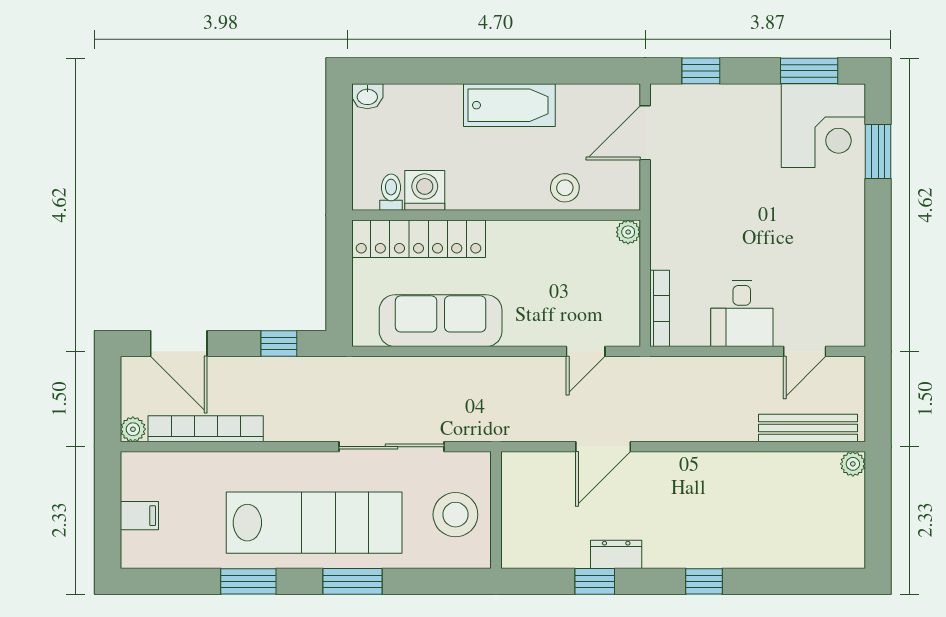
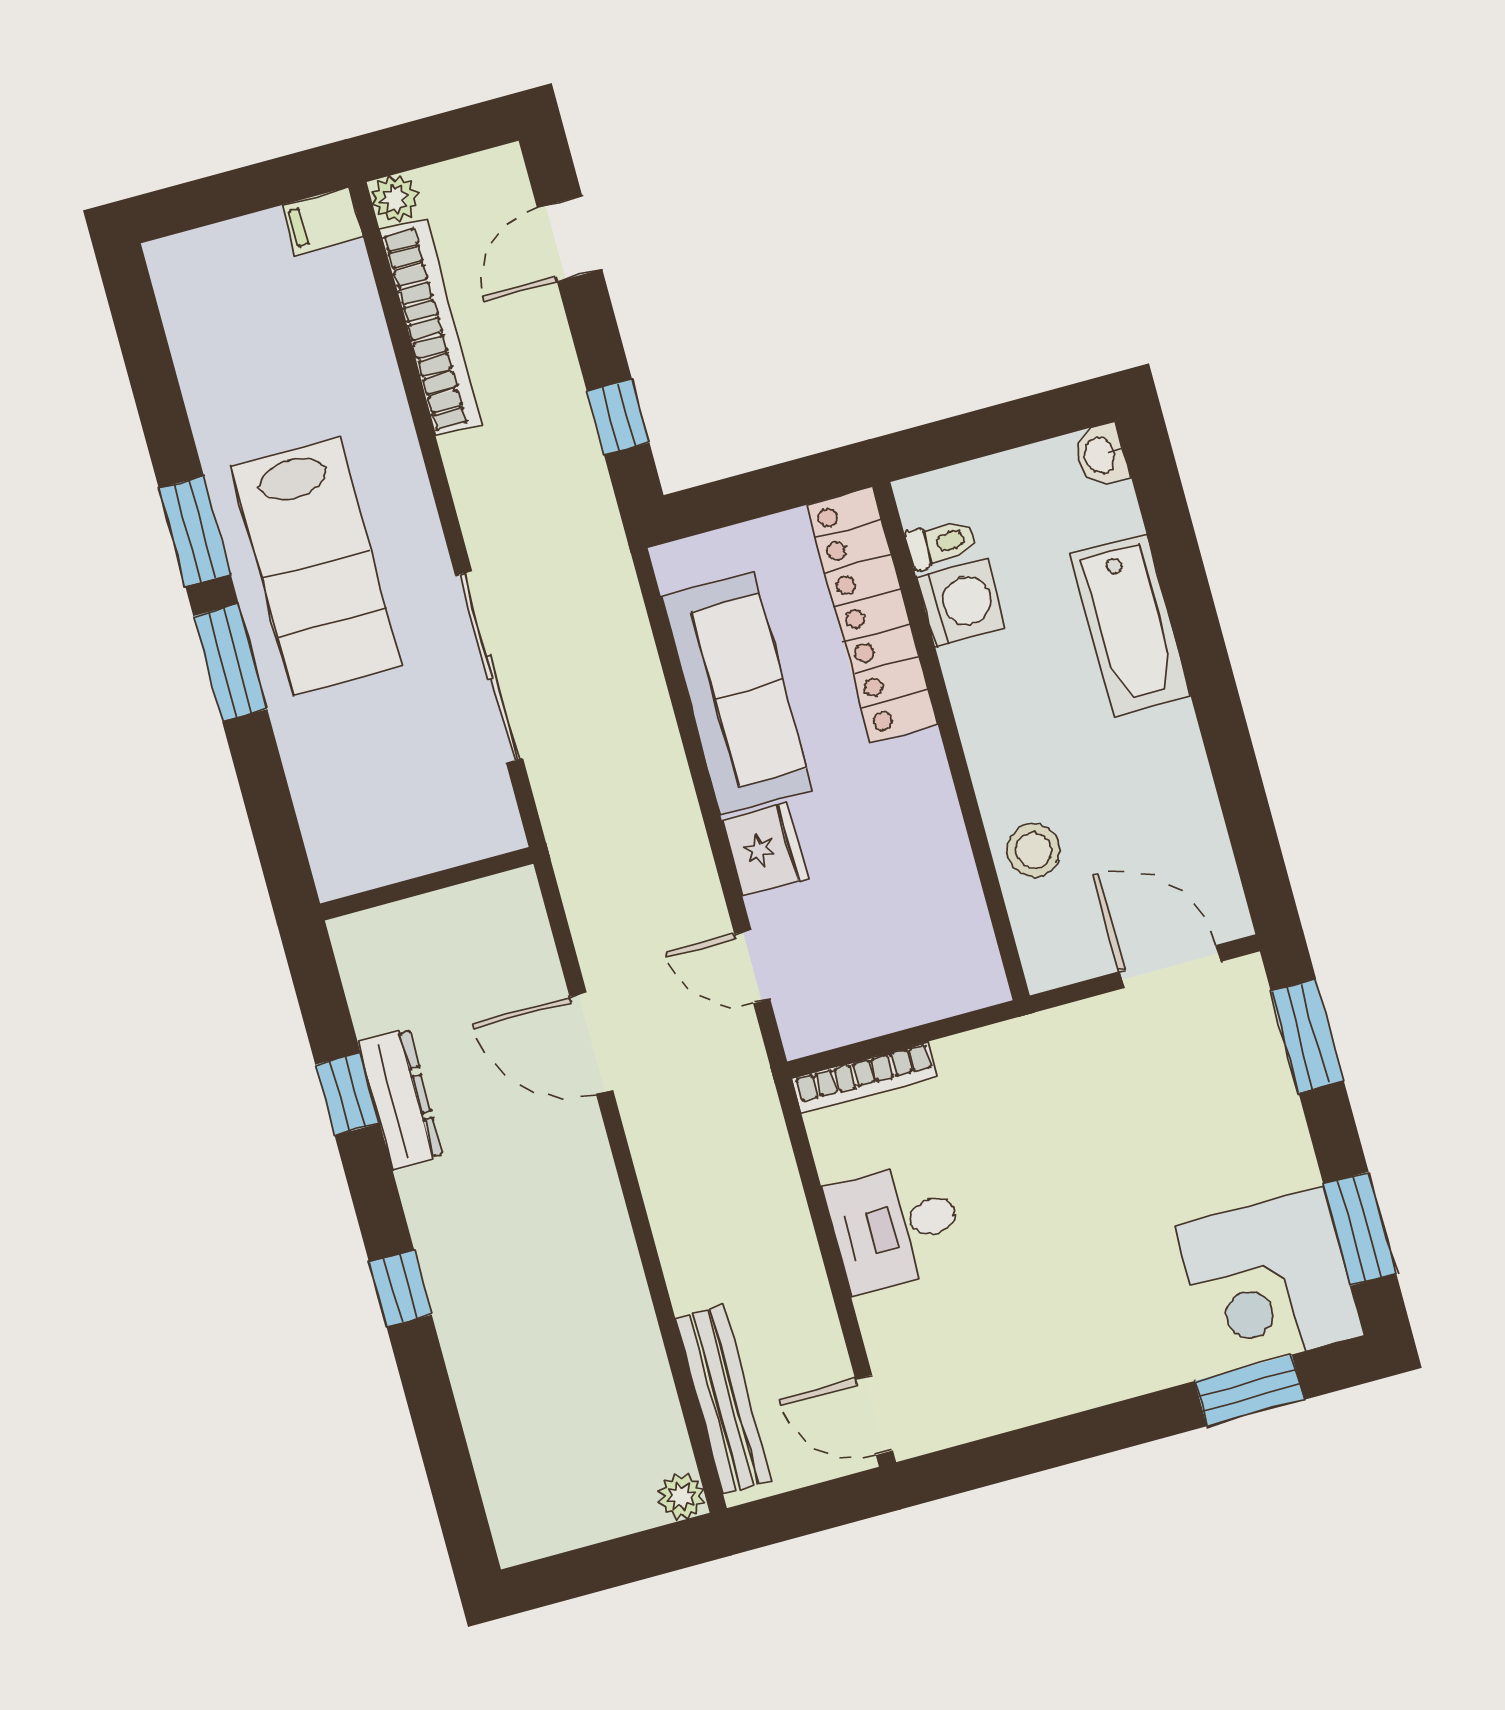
window: (701, 71) -> (1307, 1036), width x1.50
bathtub: (509, 105) -> (1130, 624), moved
plant: (628, 232) -> (985, 984), removed
fridge: (526, 328) -> (765, 849), added
door: (179, 344) -> (570, 239), width x0.73
door: (805, 351) -> (874, 1415), moved
stool: (455, 515) -> (399, 814), removed
filing cabinet: (139, 516) -> (322, 221), moved, turned 90
lab bench: (314, 523) -> (316, 566), width x0.73
dresser: (616, 554) -> (401, 1099), width x1.44
window: (248, 581) -> (195, 531), moved

